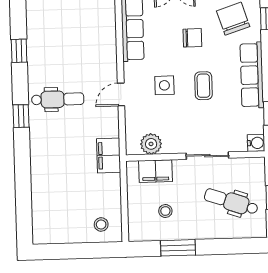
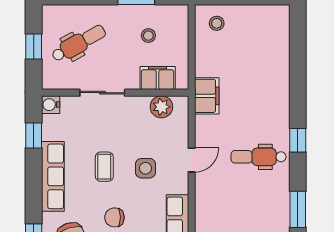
window: (19, 51) -> (298, 209), width x1.50
dental chair: (231, 202) -> (79, 43), turned -48

